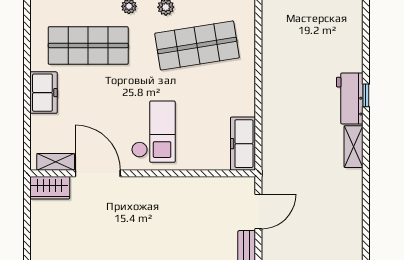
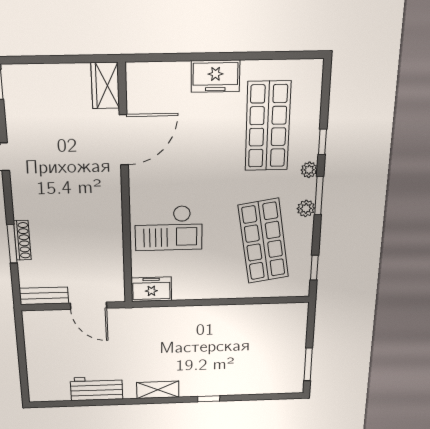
workbench: (350, 98) -> (97, 389), moved
checkout: (153, 132) -> (169, 228), moved
freezer: (243, 144) -> (151, 289), width x0.71
shelving: (56, 162) -> (136, 92), removed

